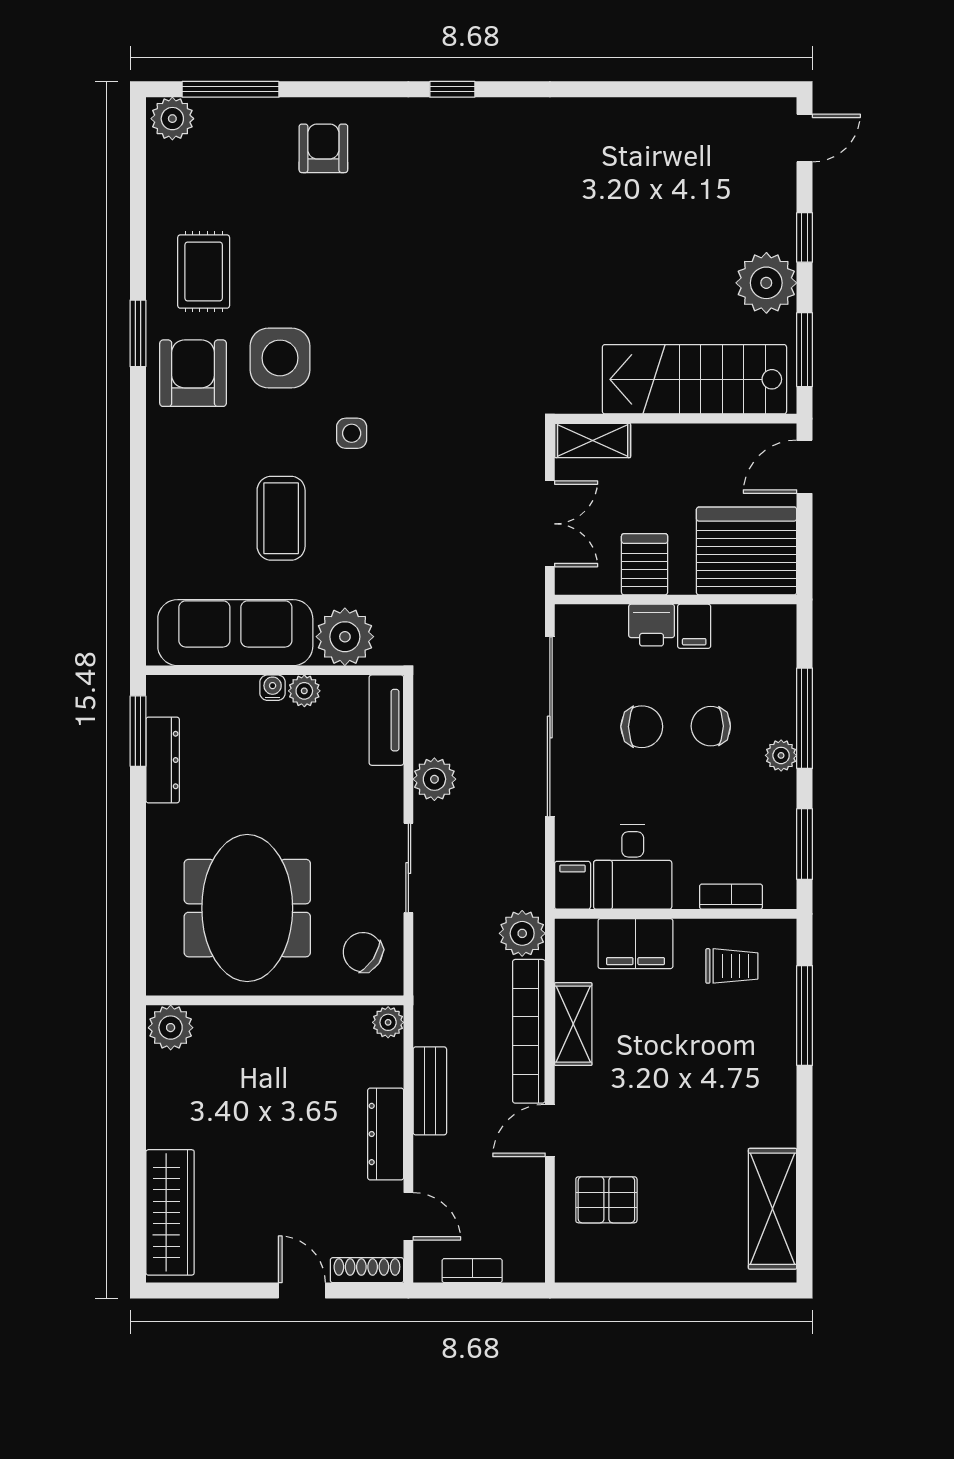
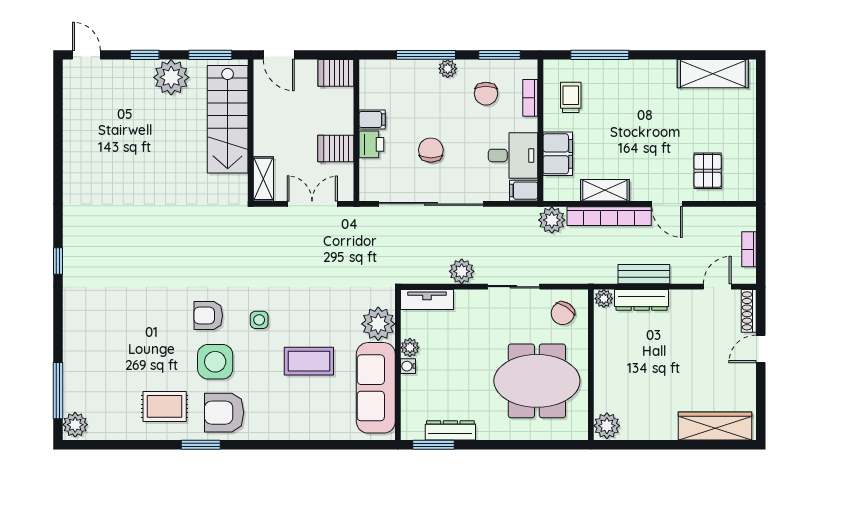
armchair: (323, 148) -> (208, 316), moved
server rack: (747, 551) -> (336, 73), width x0.46, depth x0.70
chair: (711, 726) -> (486, 94), moved
dresser: (386, 1134) -> (642, 300), moved

